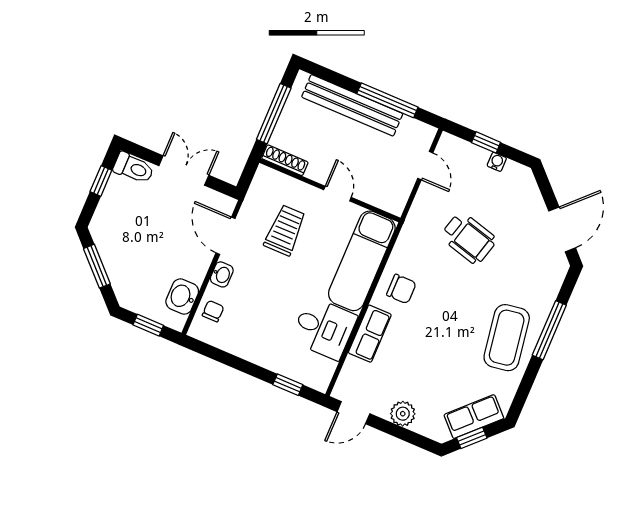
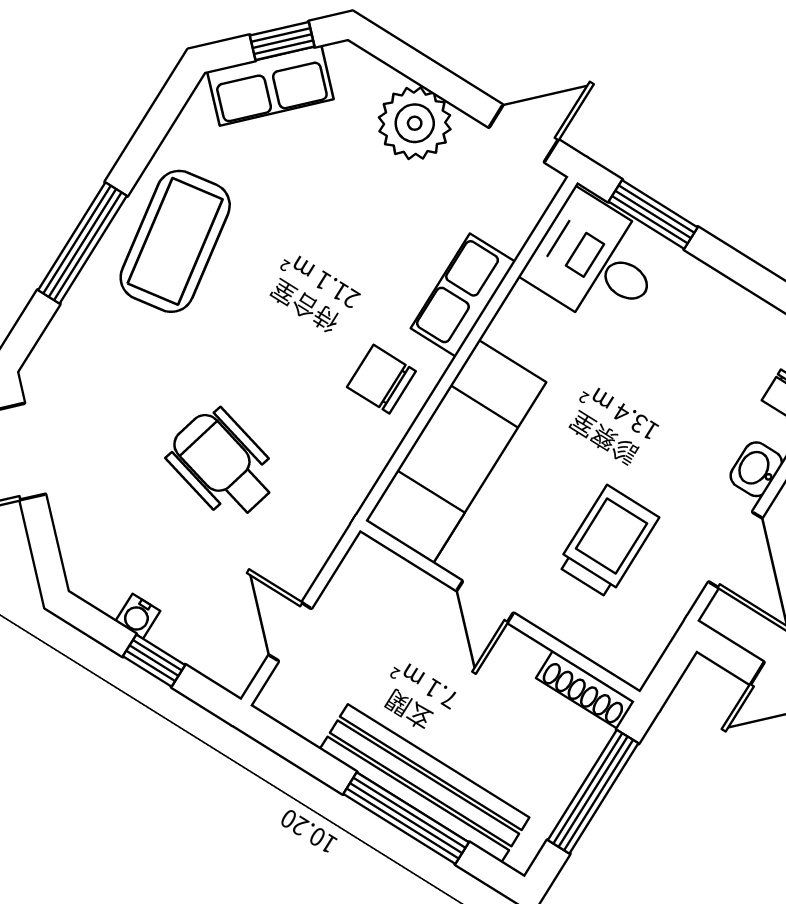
window: (387, 100) -> (406, 818), moved
trolley: (285, 230) -> (608, 542), turned 180
desk: (324, 328) -> (596, 262), moved
window: (288, 385) -> (653, 214), width x1.50
plant: (403, 414) -> (415, 123), width x1.36, depth x1.36

